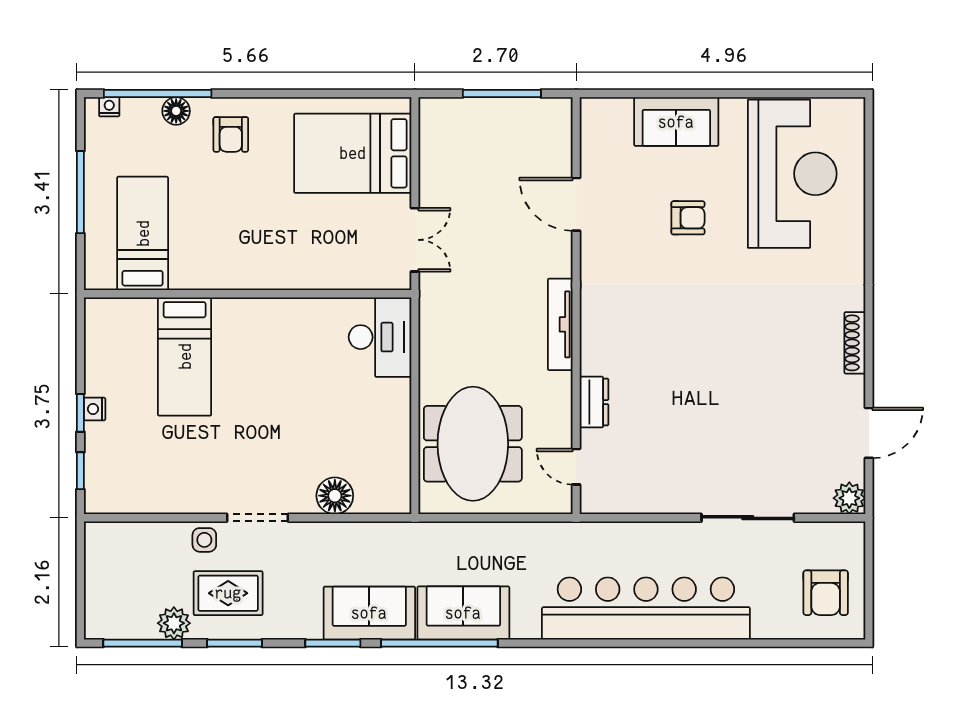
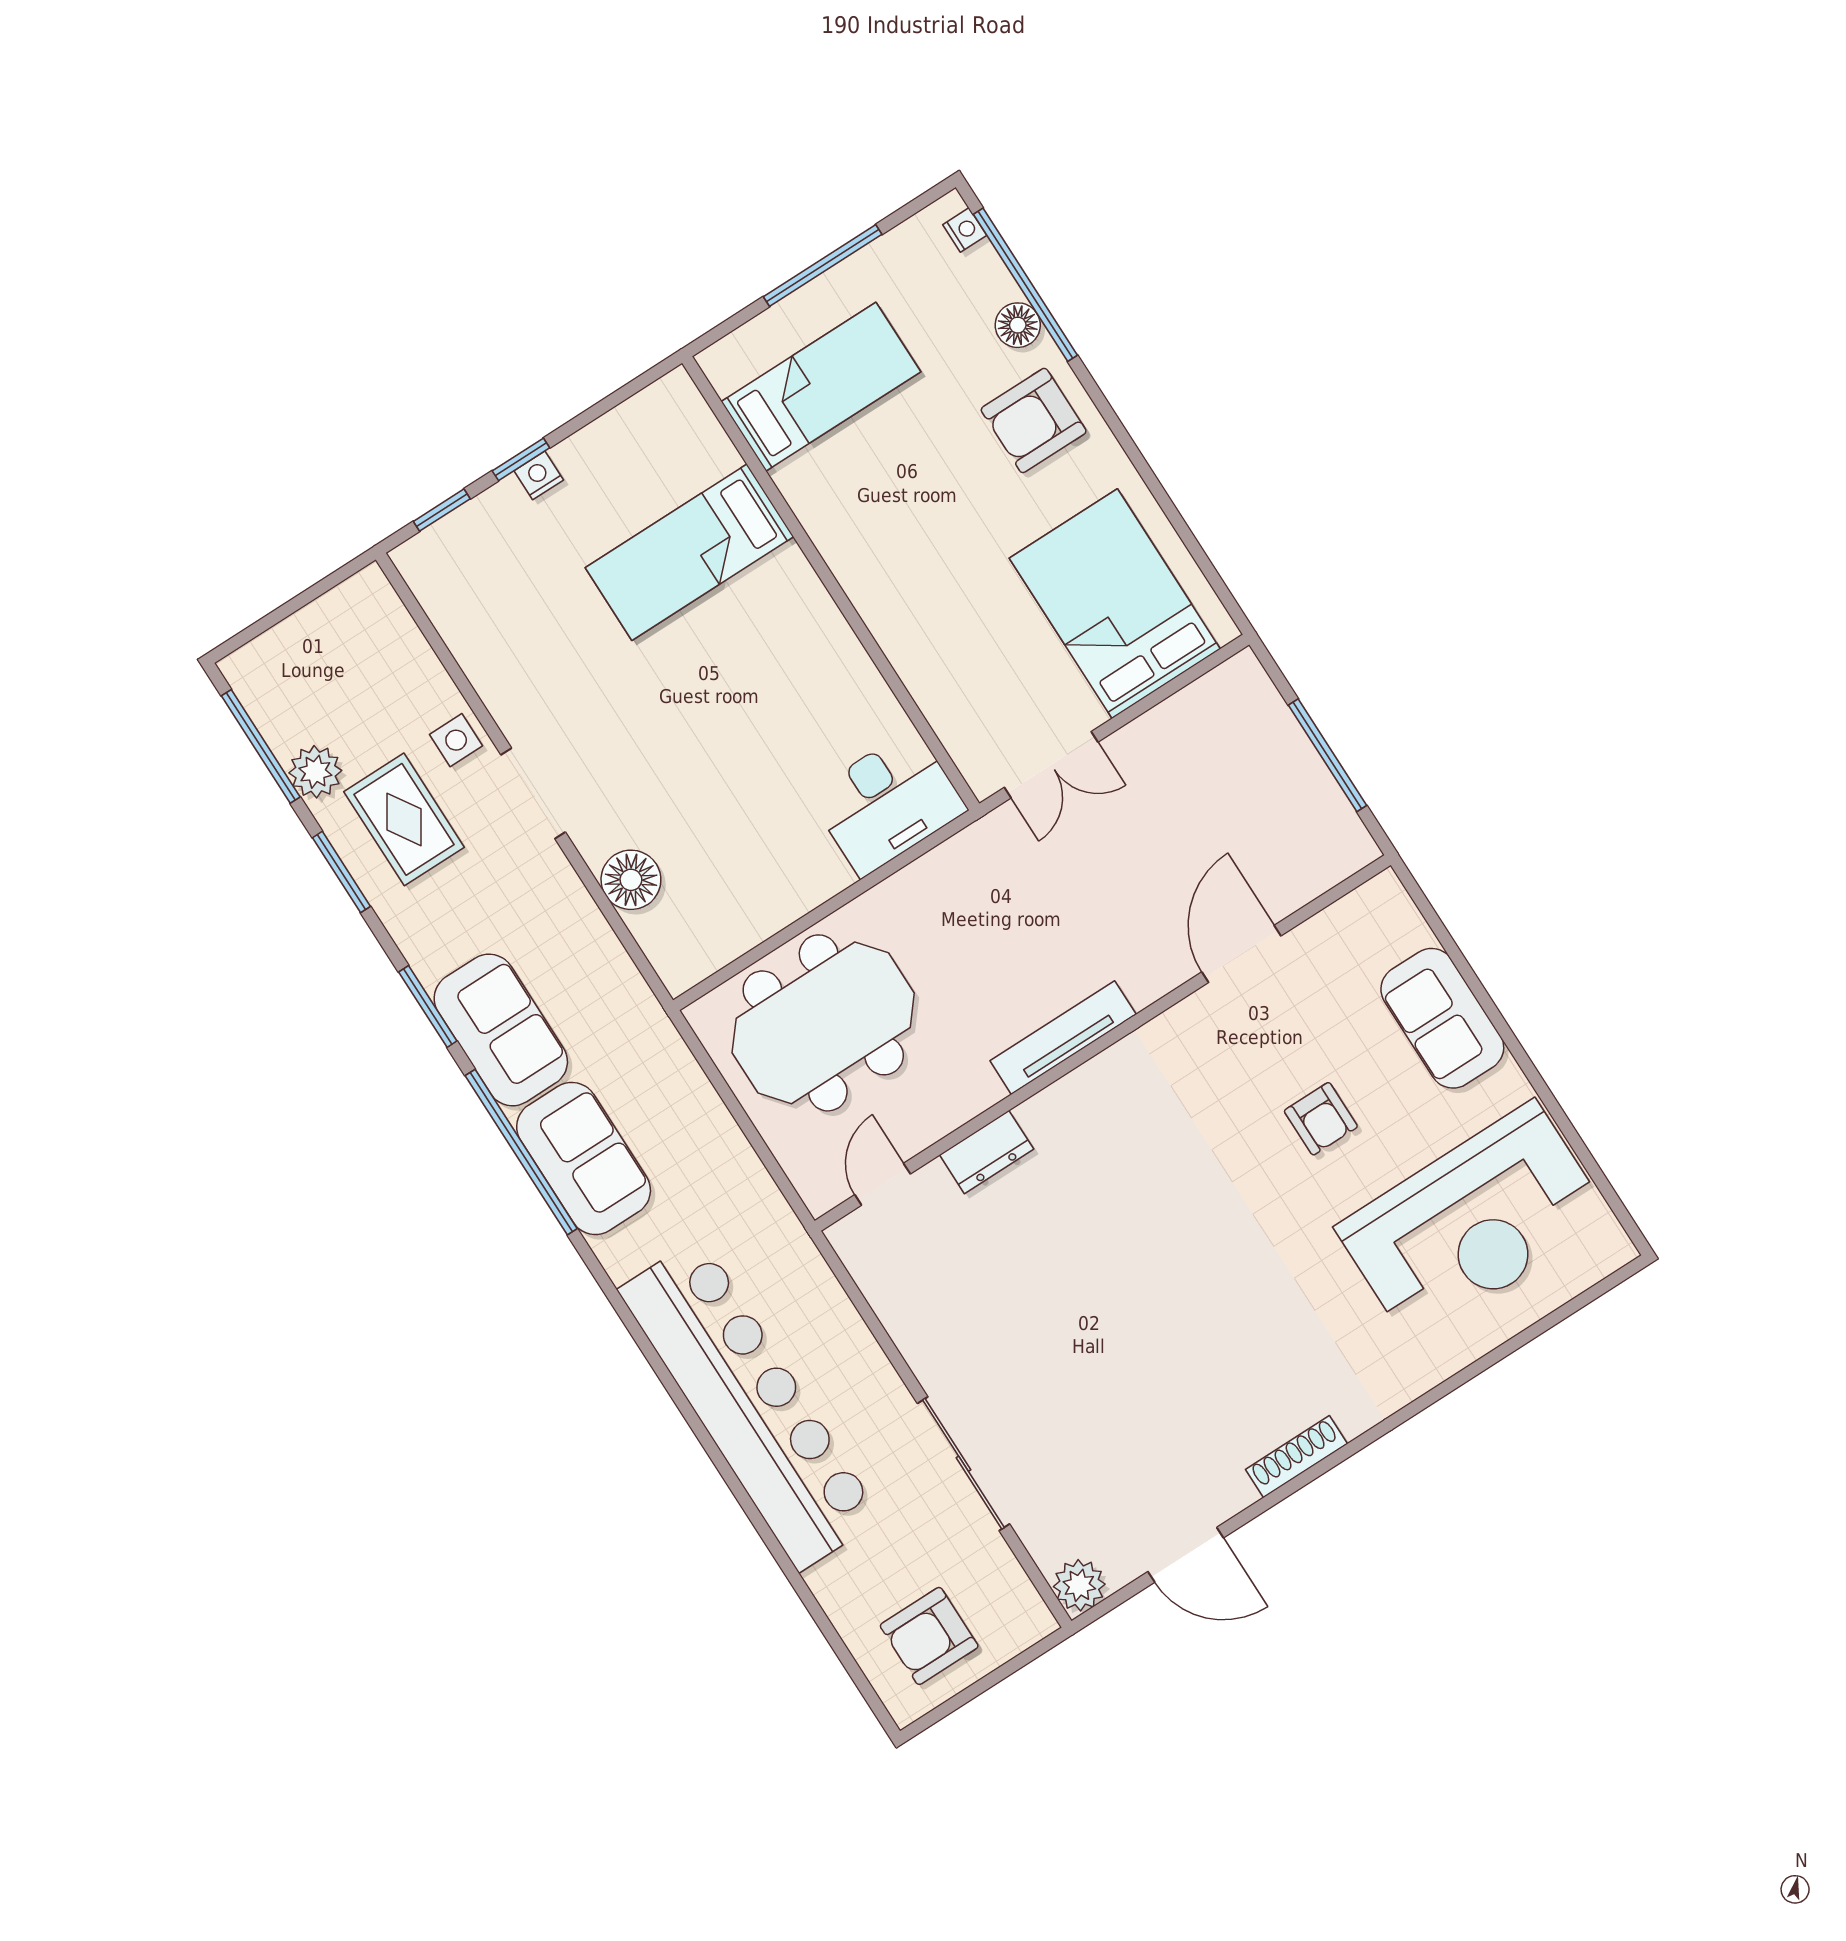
armchair: (231, 134) -> (1034, 420), width x1.38, depth x1.38

